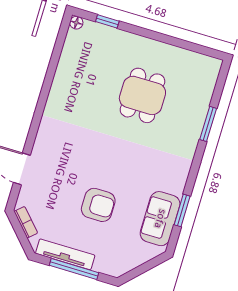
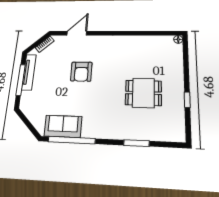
window: (107, 21) -> (187, 100), moved
armchair: (98, 205) -> (81, 72), moved
window: (182, 210) -> (72, 140), width x2.11

